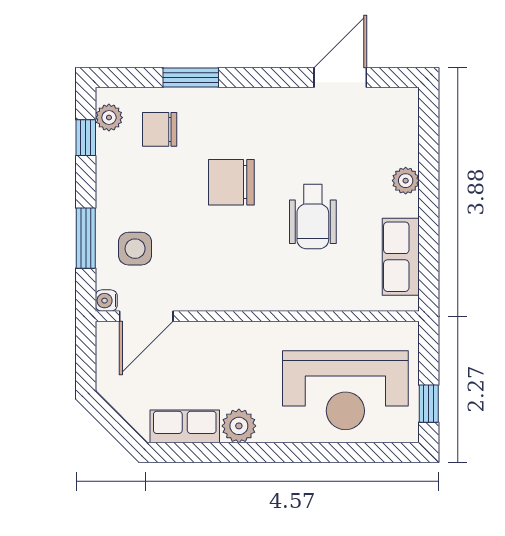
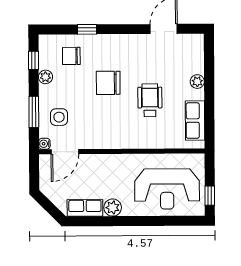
window: (191, 77) -> (87, 29), width x0.67
plant: (109, 118) -> (45, 77), moved
wheelchair: (313, 217) -> (150, 100), turned 180

